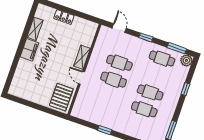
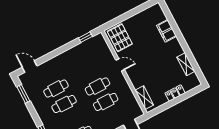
filing cabinet: (29, 50) -> (166, 31), moved
shelving: (82, 57) -> (144, 98), moved
window: (105, 130) -> (85, 37), moved

